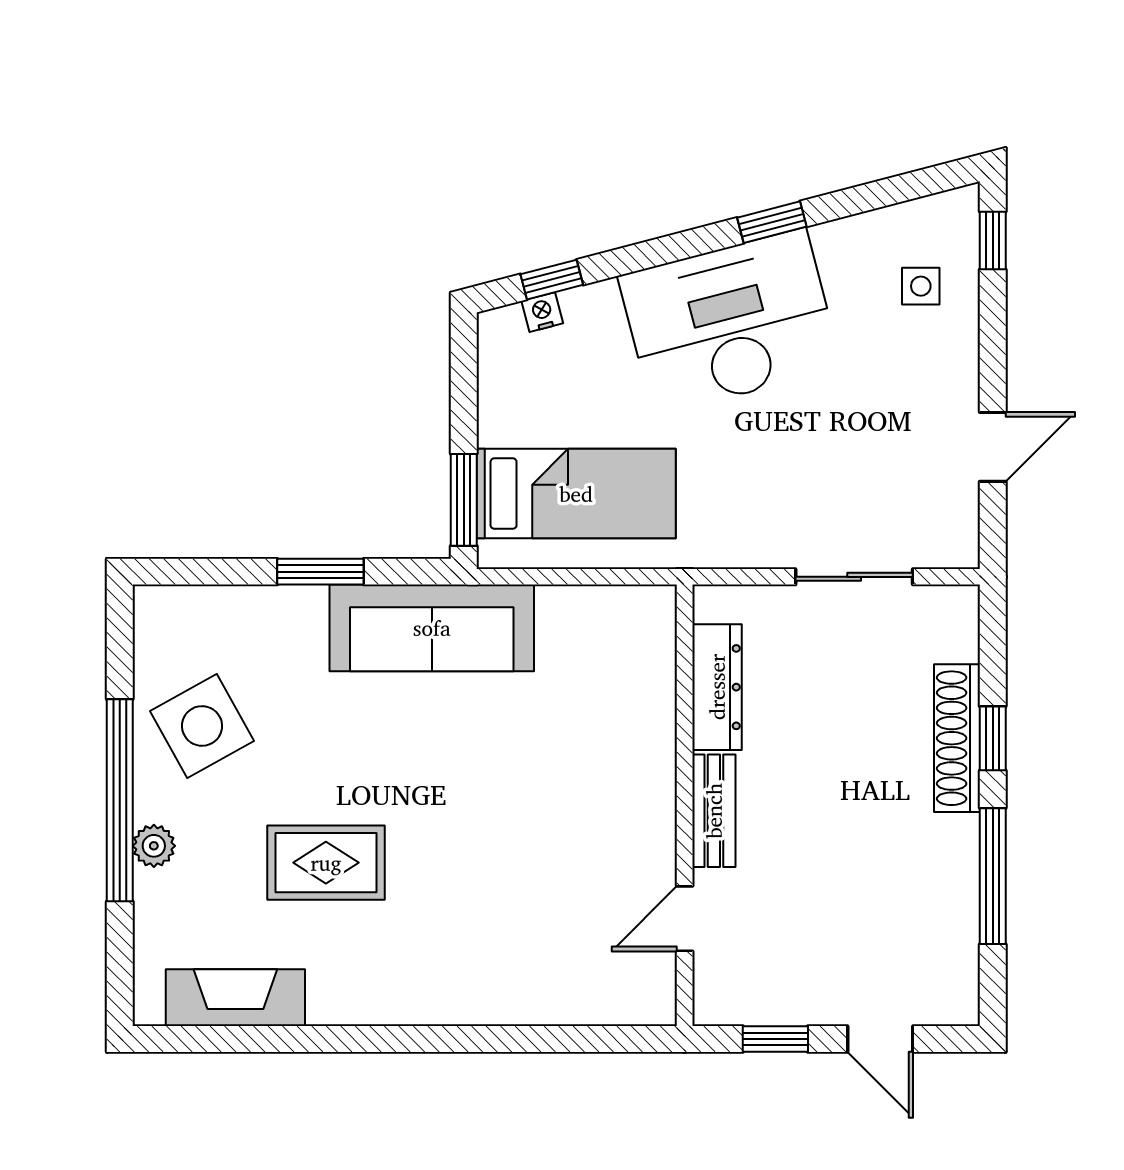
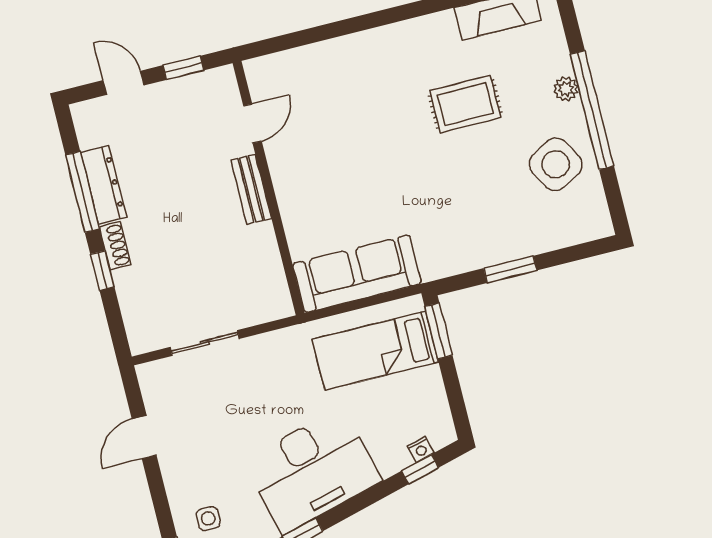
sofa: (432, 628) -> (357, 274), moved
dresser: (717, 687) -> (104, 185), moved, turned 180
shoe rack: (957, 738) -> (115, 246), width x0.51, depth x0.81

